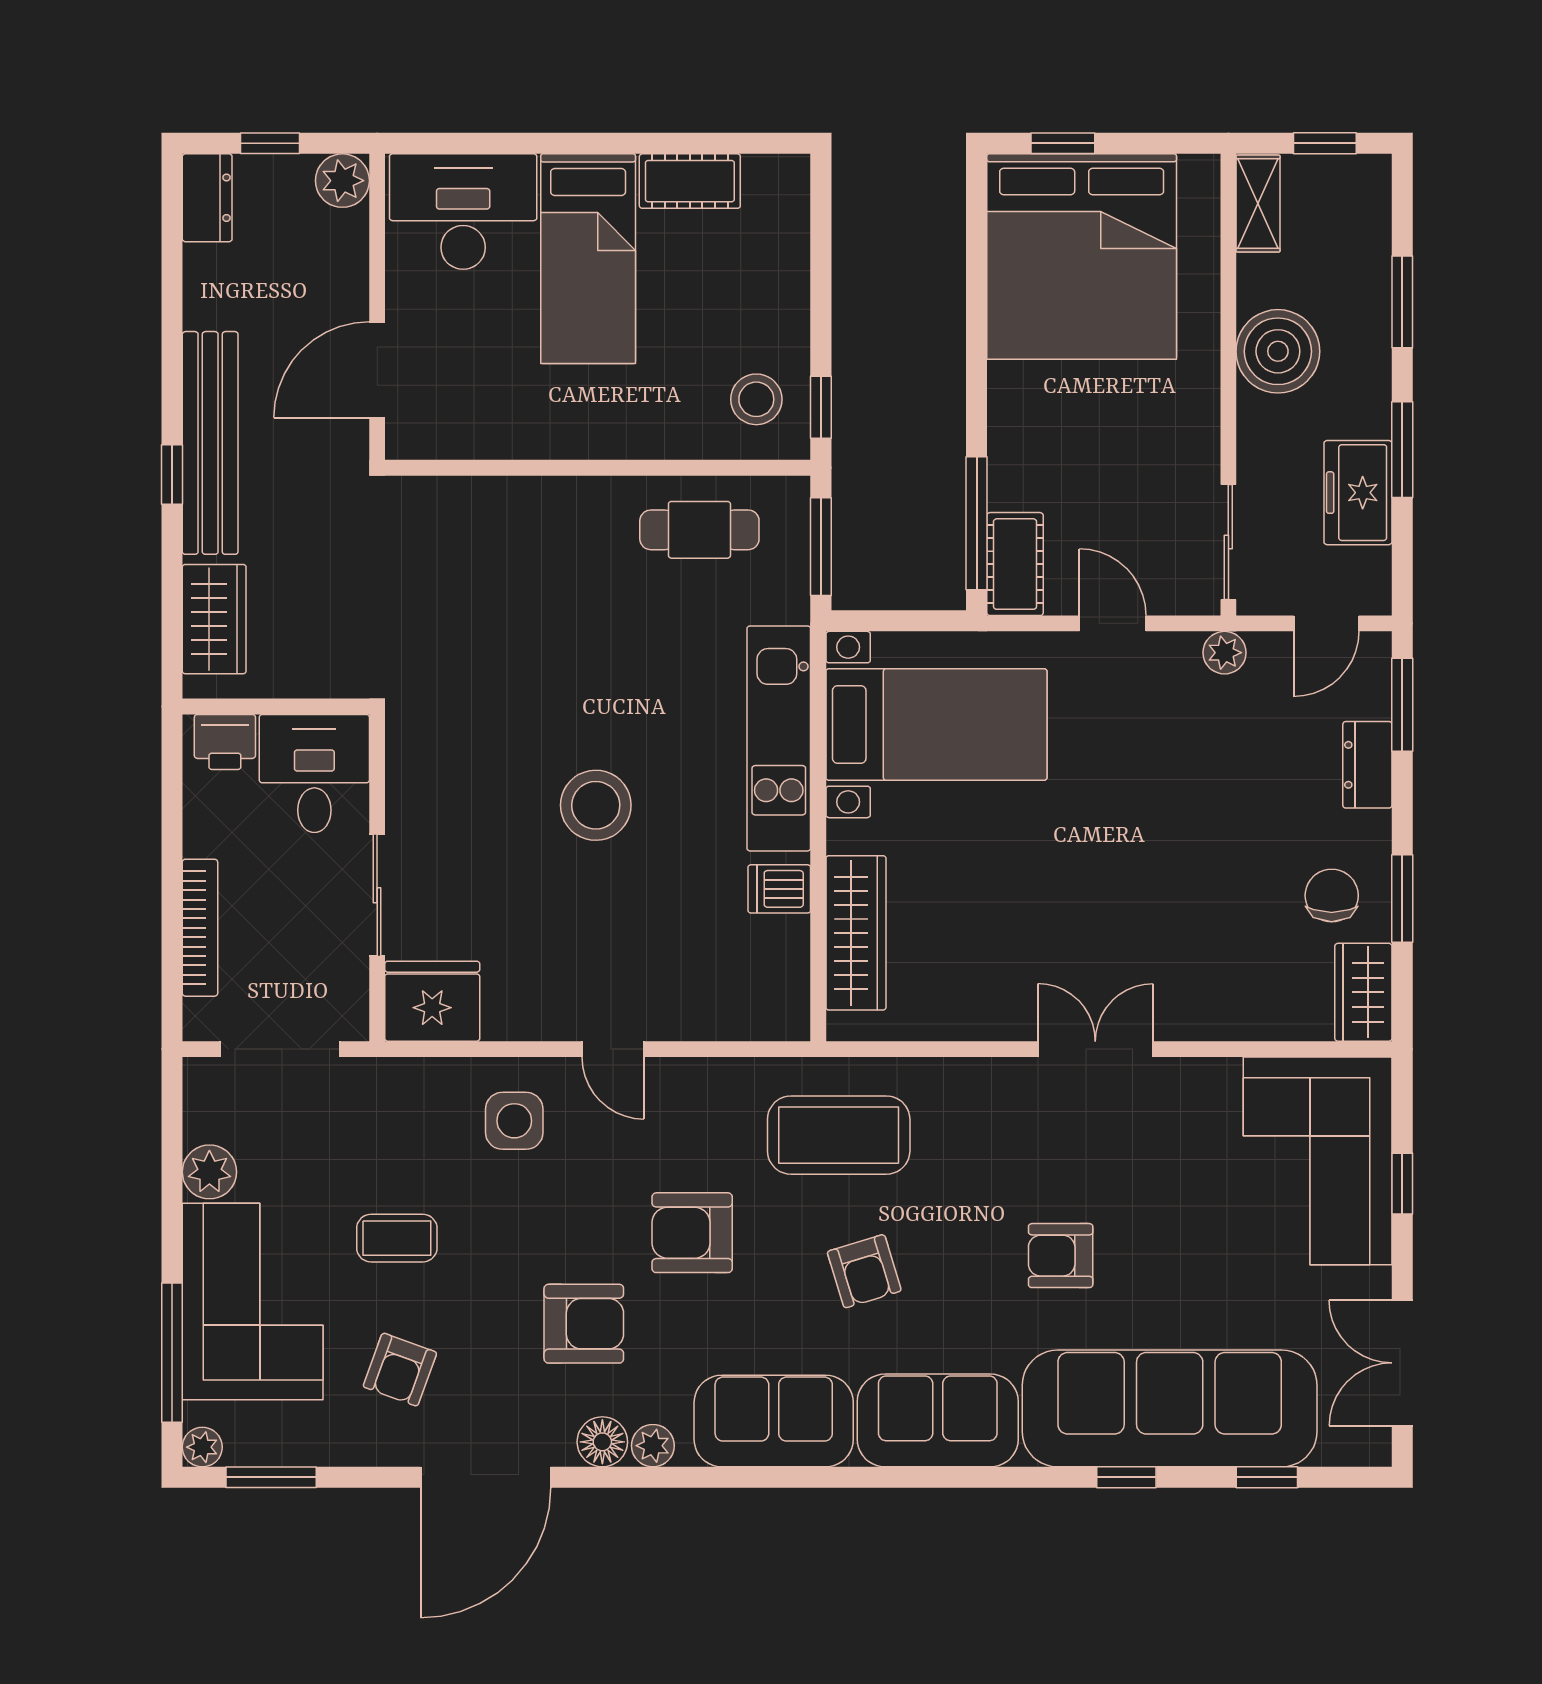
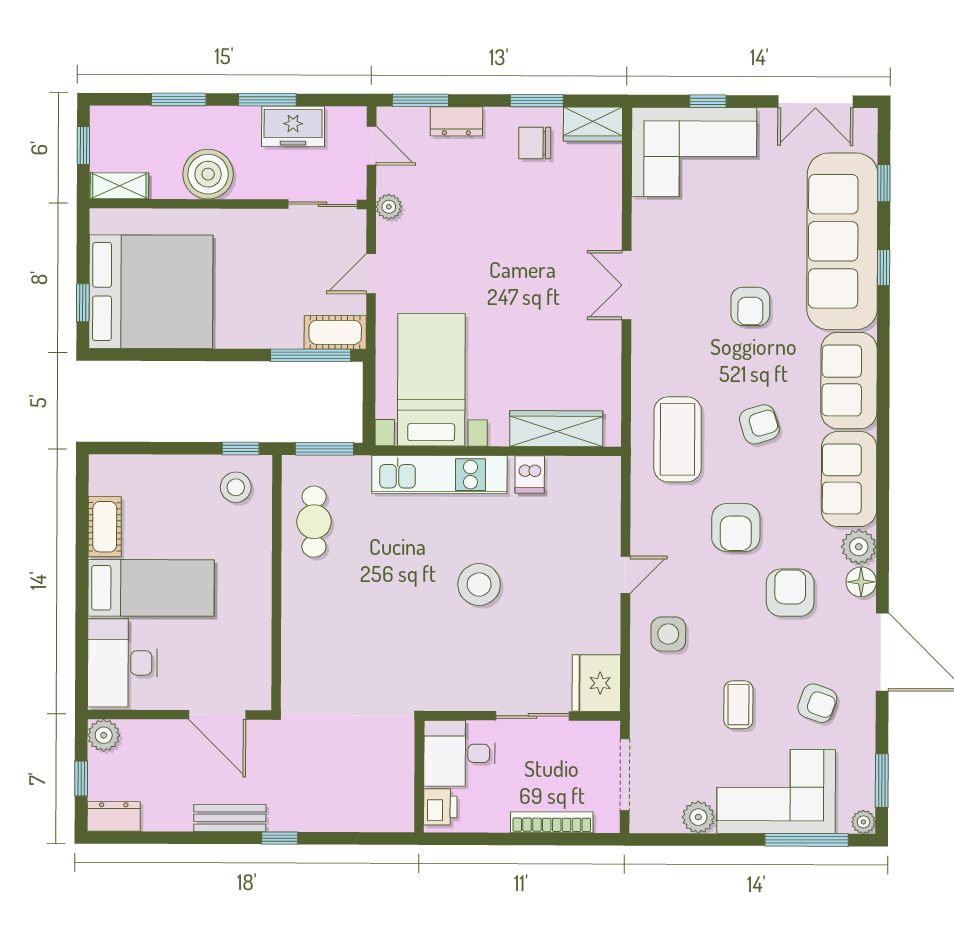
bench: (210, 443) -> (230, 818), width x0.54, depth x0.82
wardrobe: (214, 619) -> (367, 813), removed
plant: (653, 1446) -> (859, 547), width x1.38, depth x1.38

